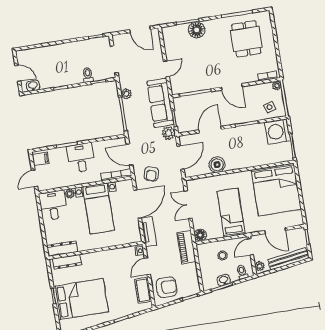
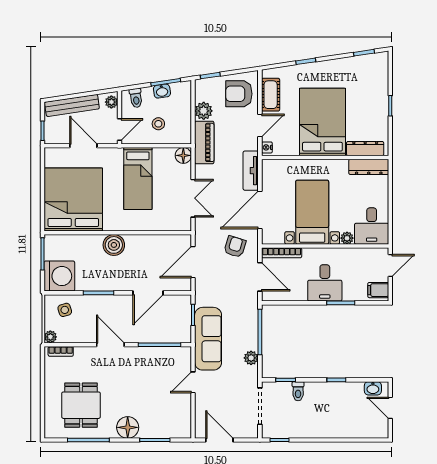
floor lamp: (197, 30) -> (128, 427), moved
plant: (169, 133) -> (204, 111), moved
boiler: (217, 165) -> (114, 245), moved
bed: (81, 299) -> (322, 122), moved, turned 90

